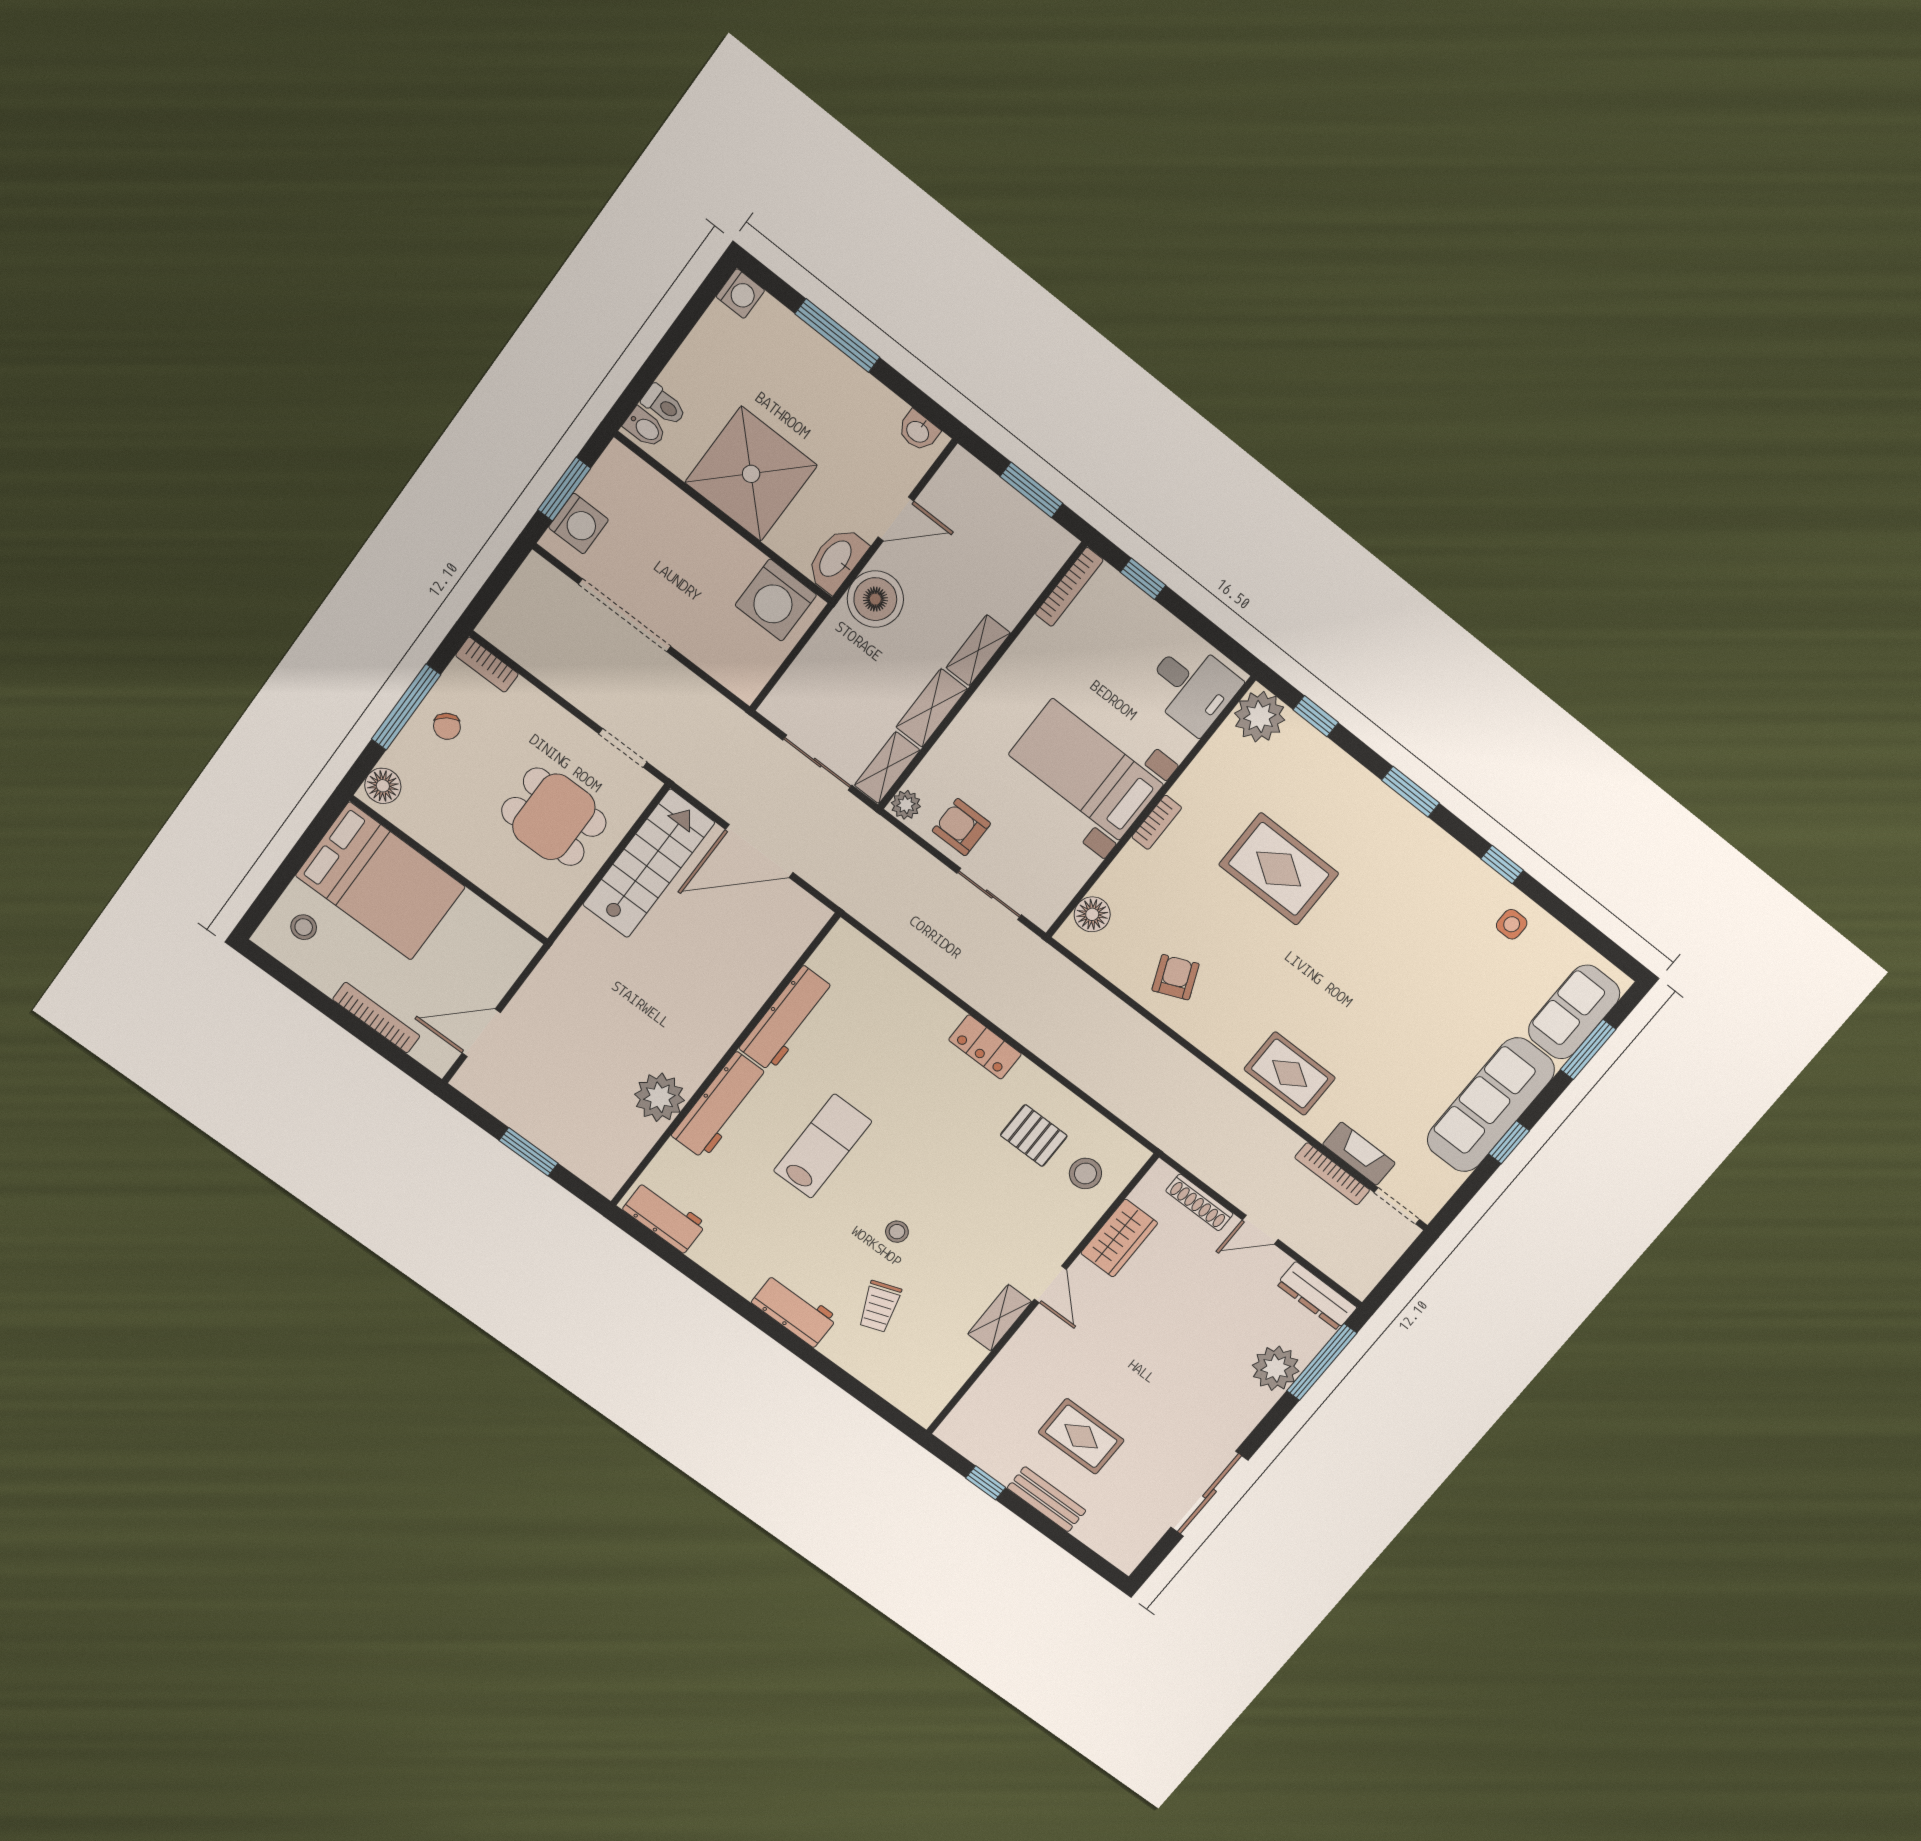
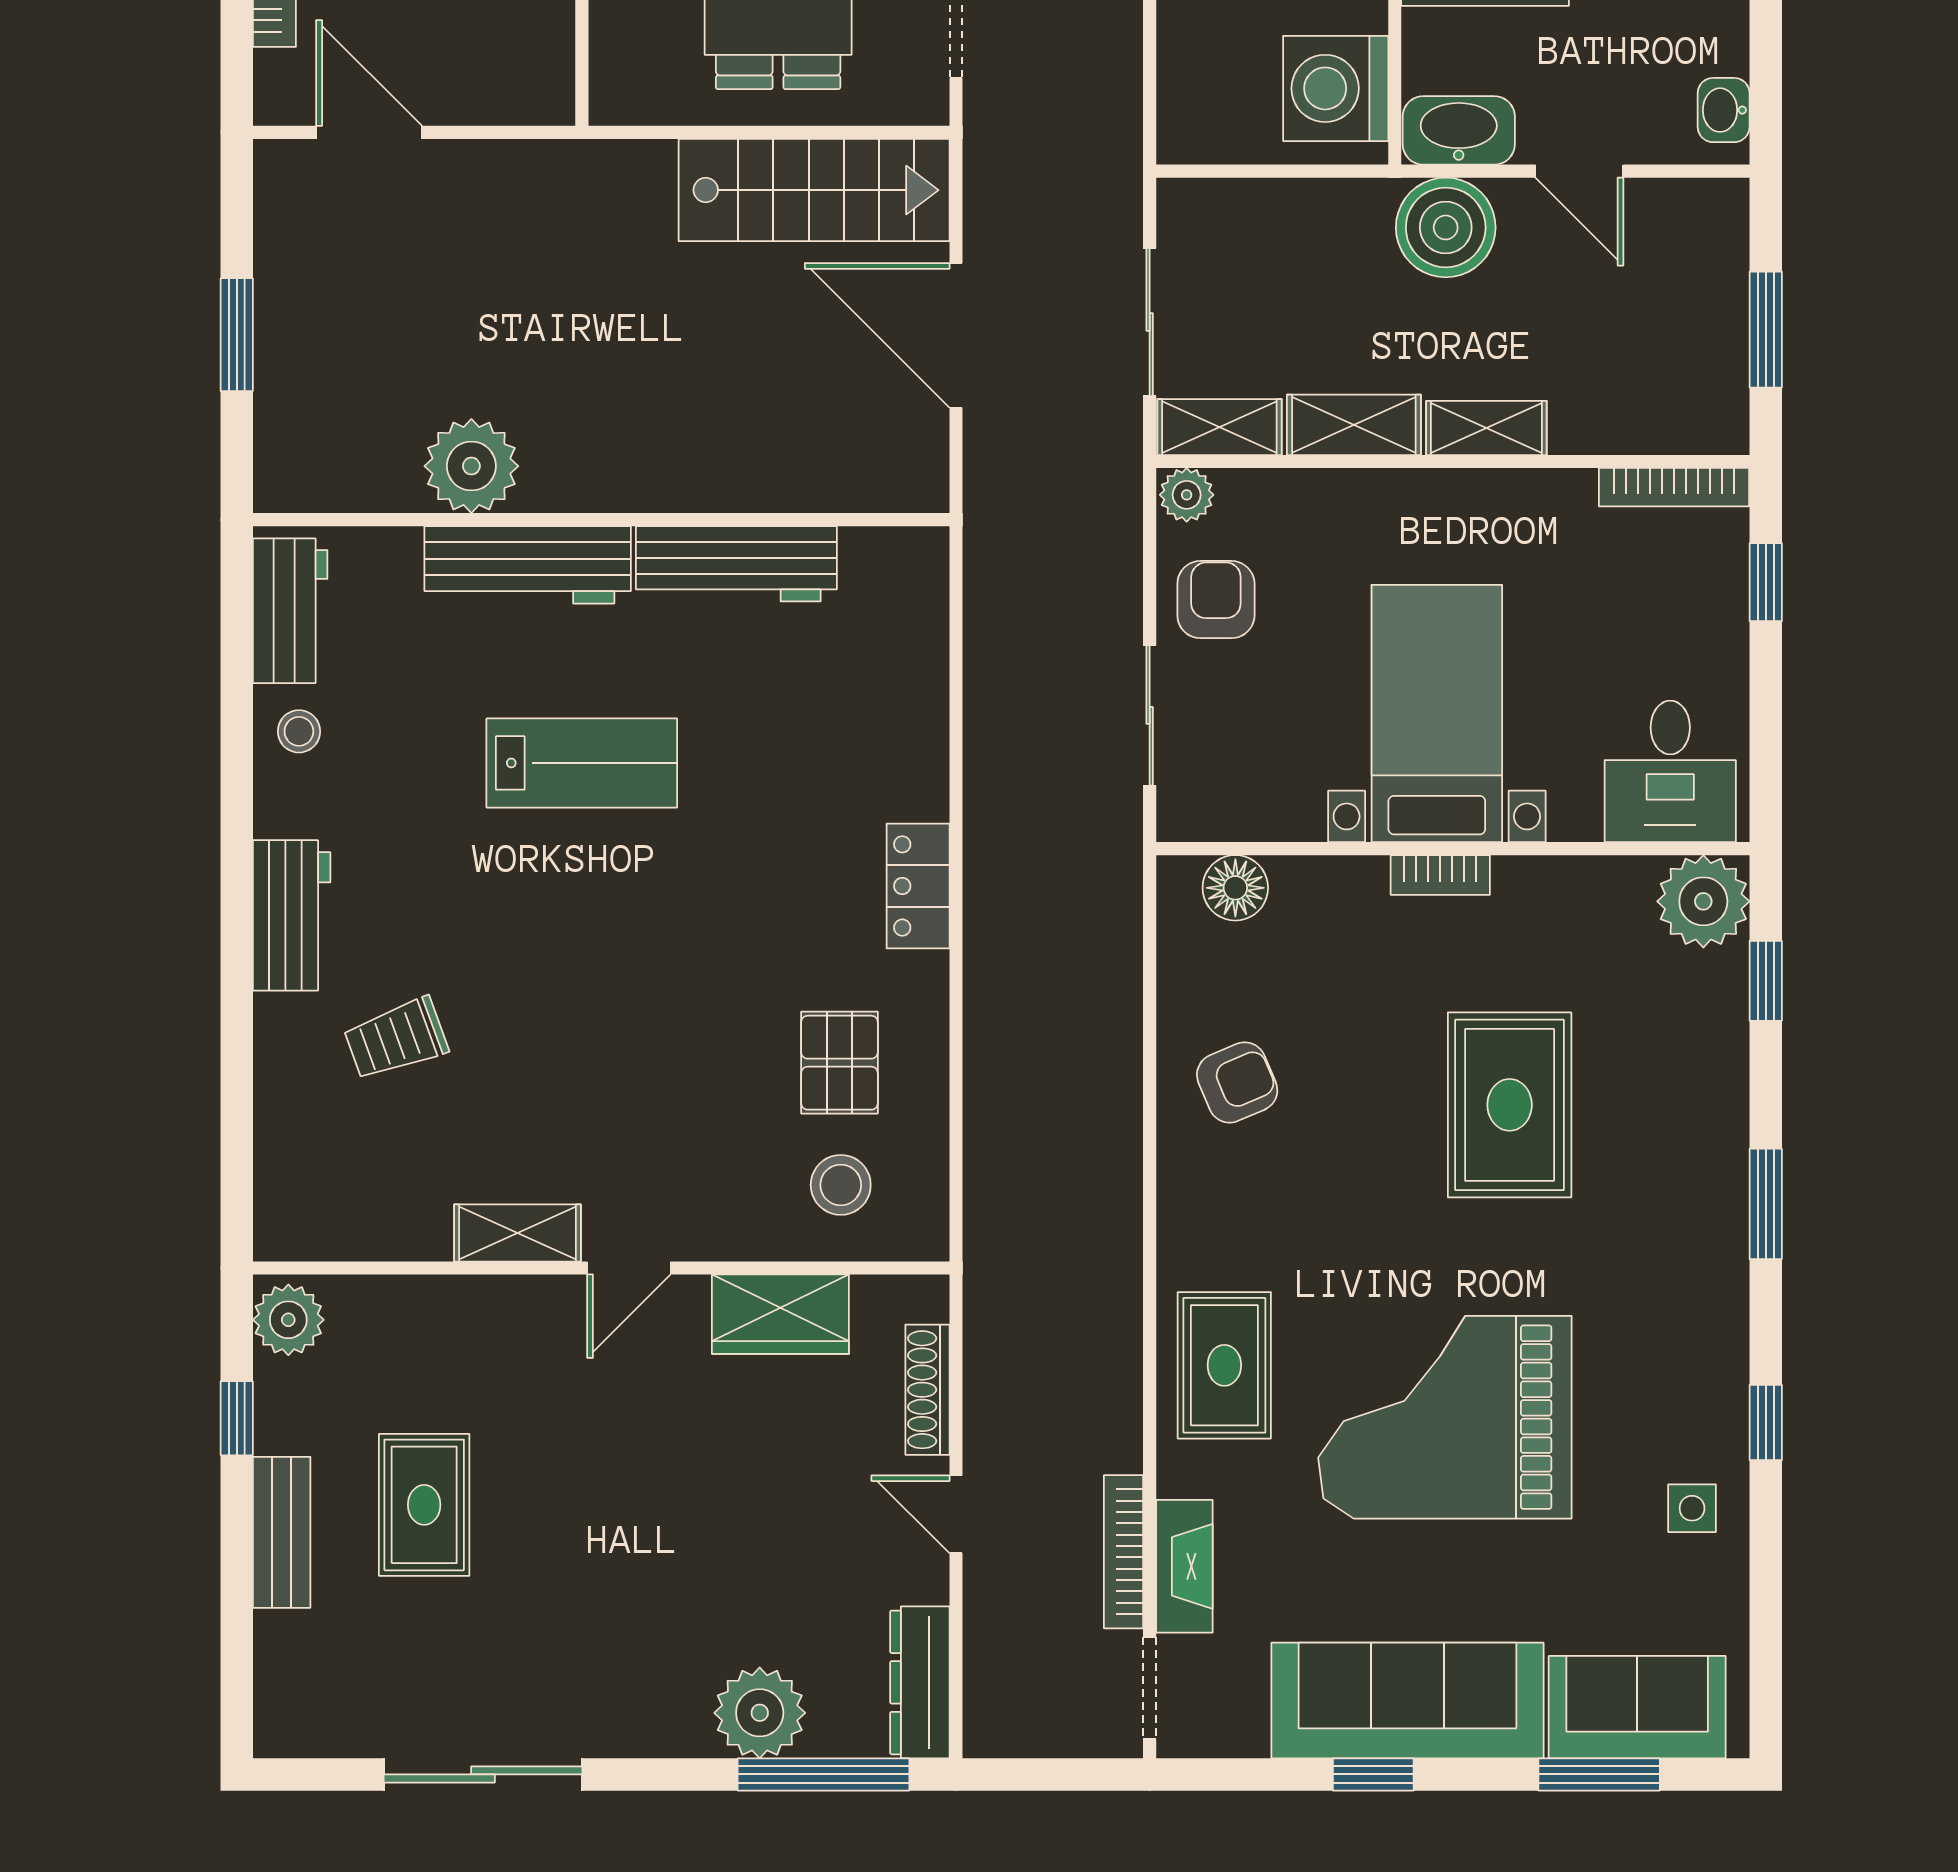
grand piano: (1387, 999) -> (1445, 1417), added
stool: (897, 1232) -> (299, 731), moved
plant: (962, 1434) -> (288, 1320), added

